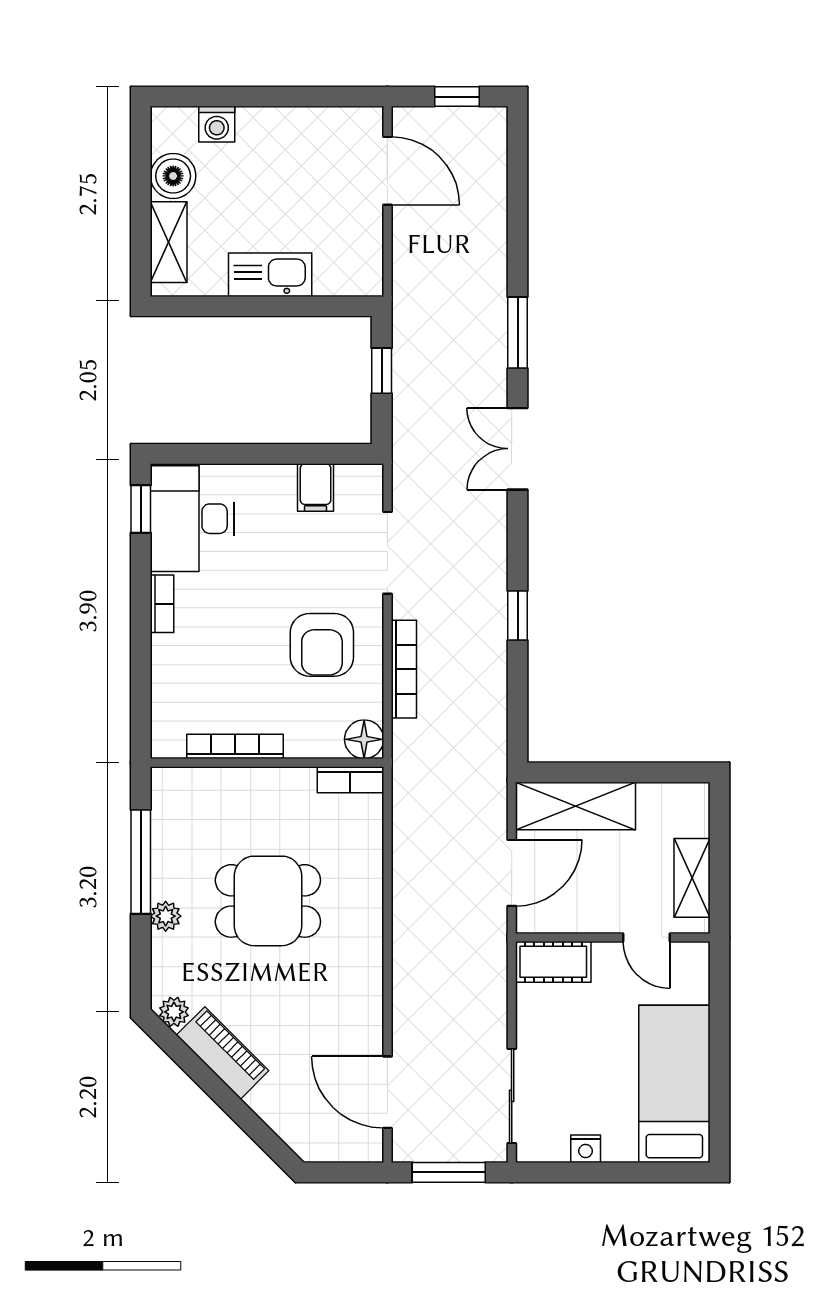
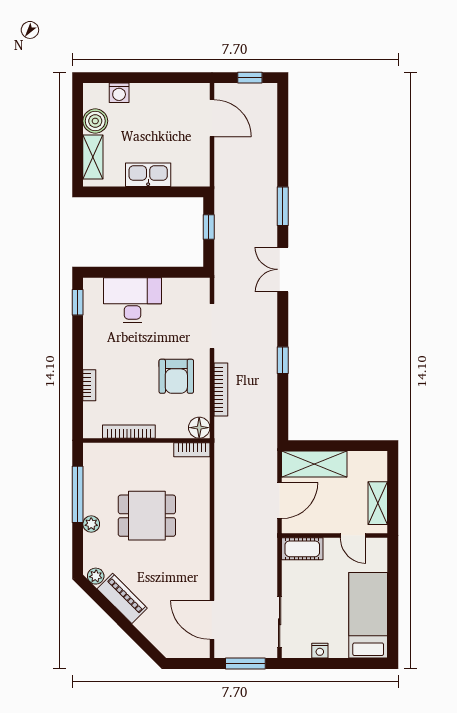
filing cabinet: (316, 487) -> (173, 291), removed
desk: (192, 519) -> (132, 300), moved, turned 90
bookcase: (162, 604) -> (89, 385), moved

